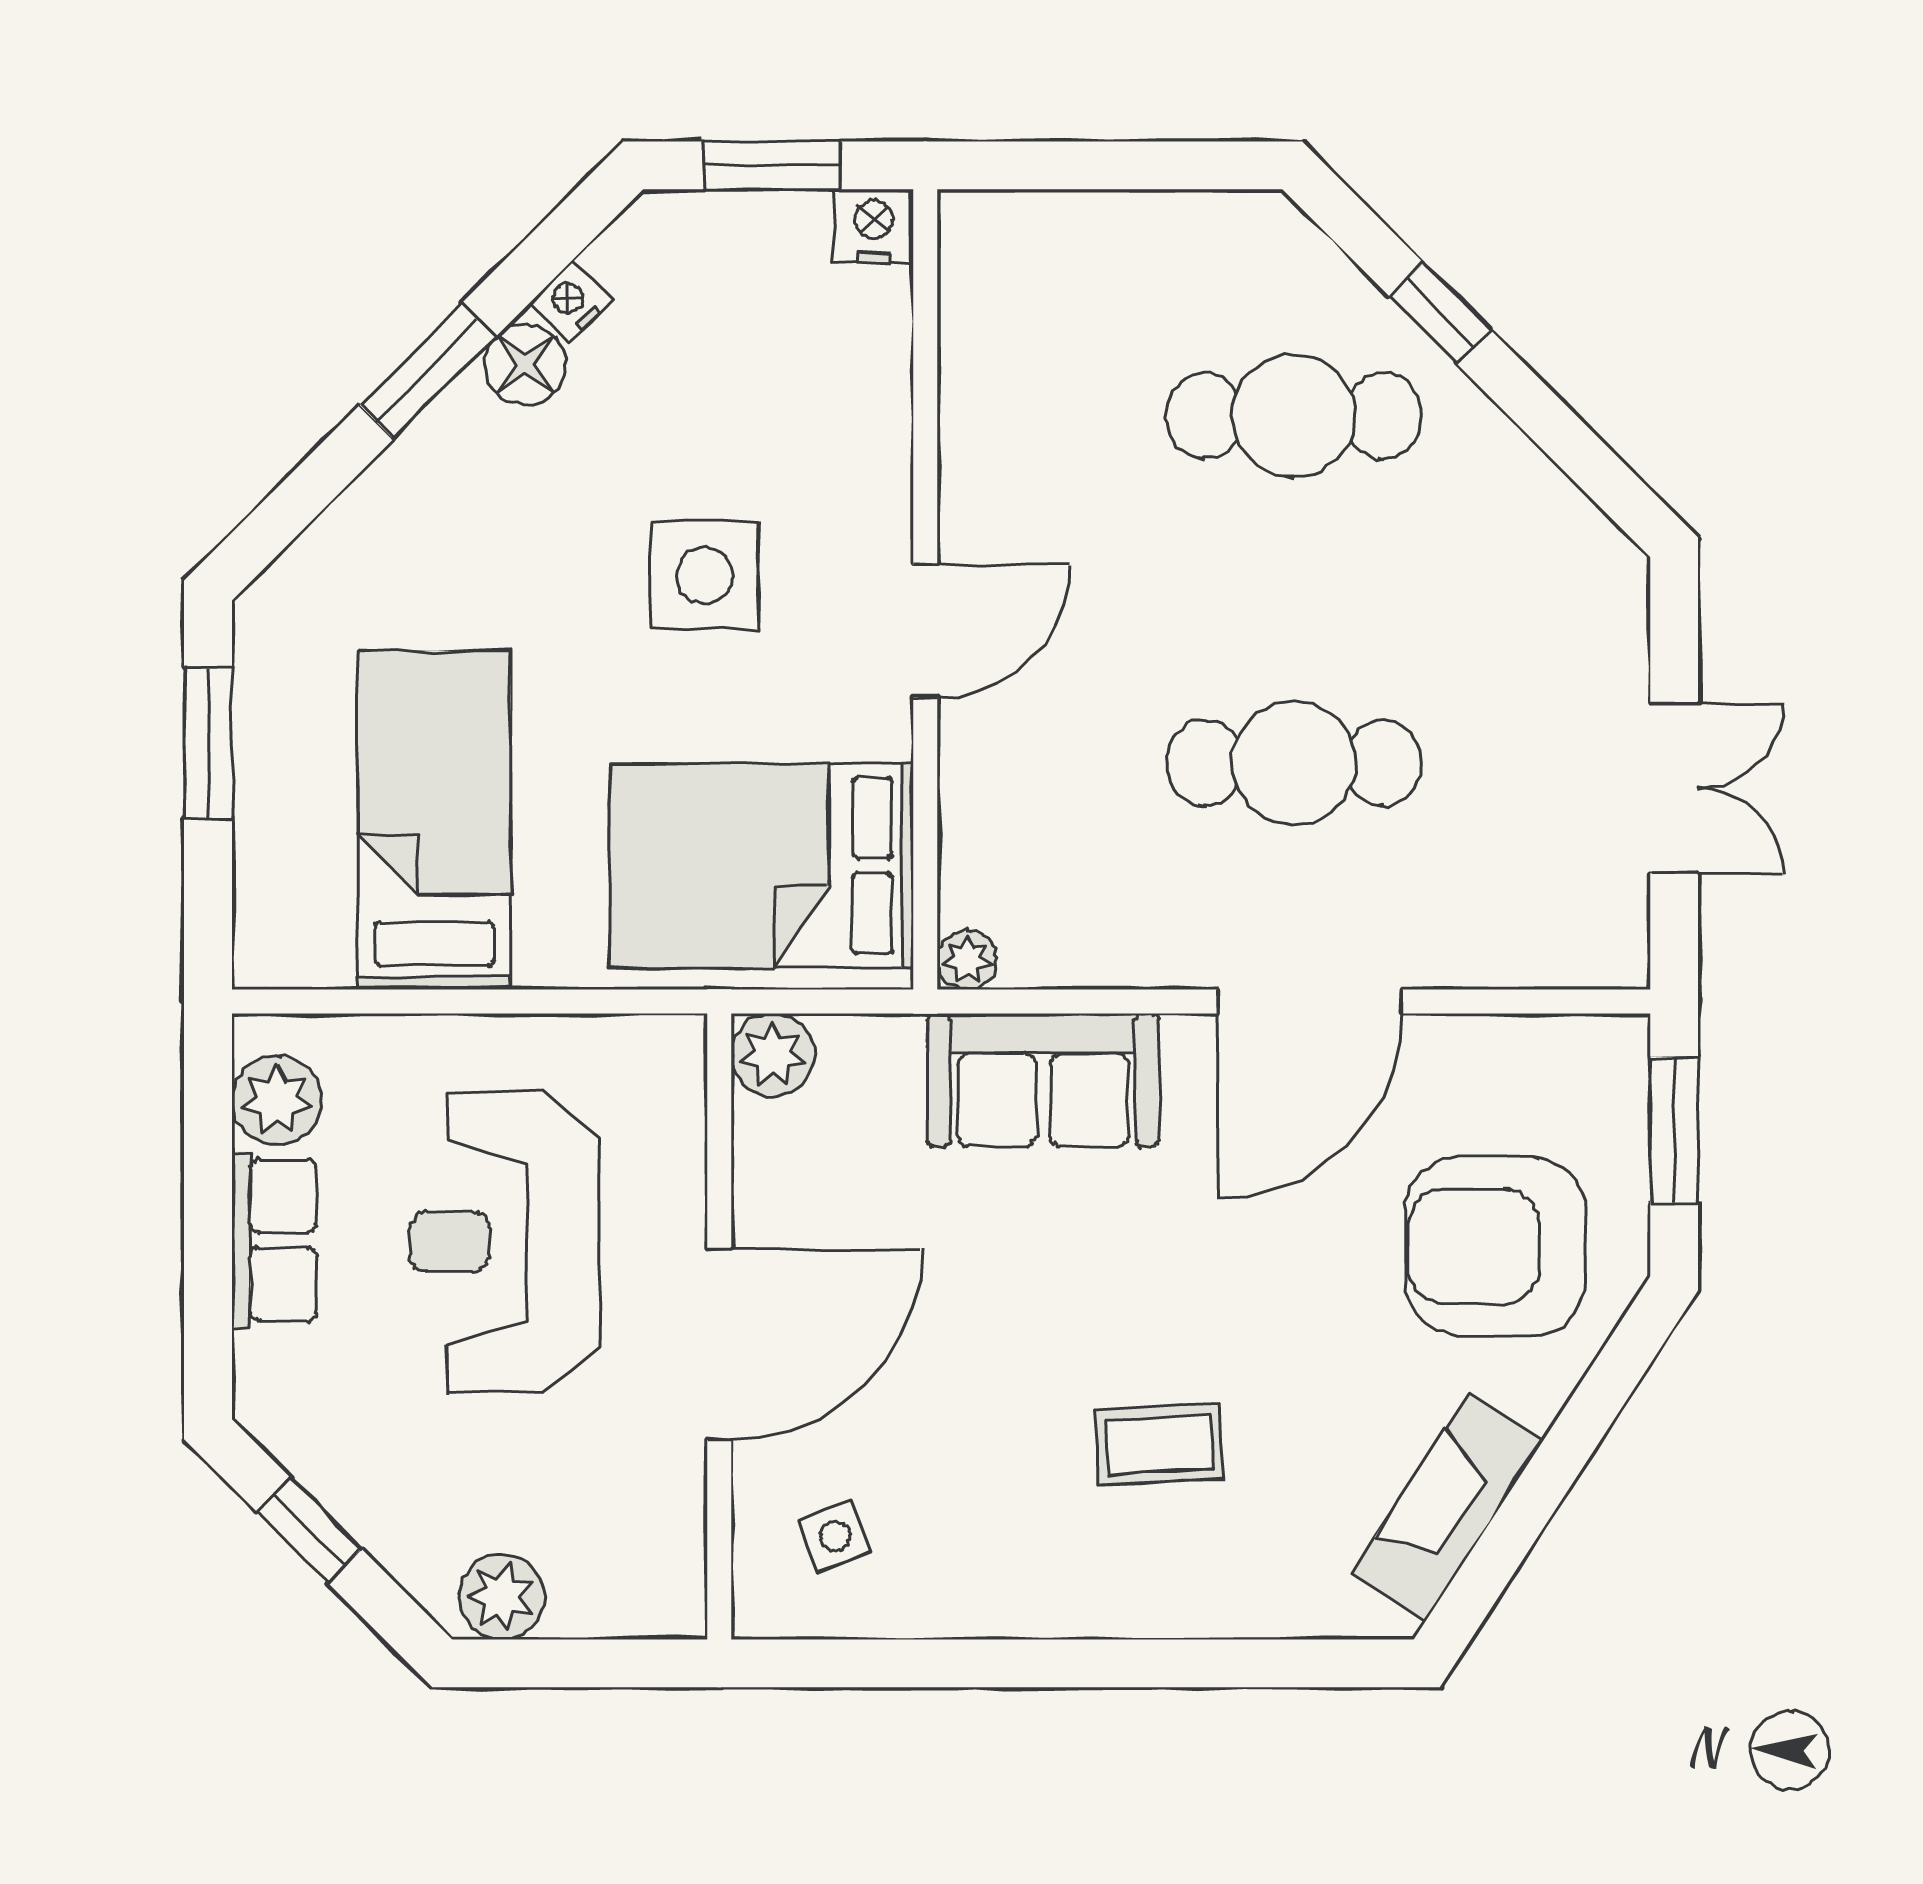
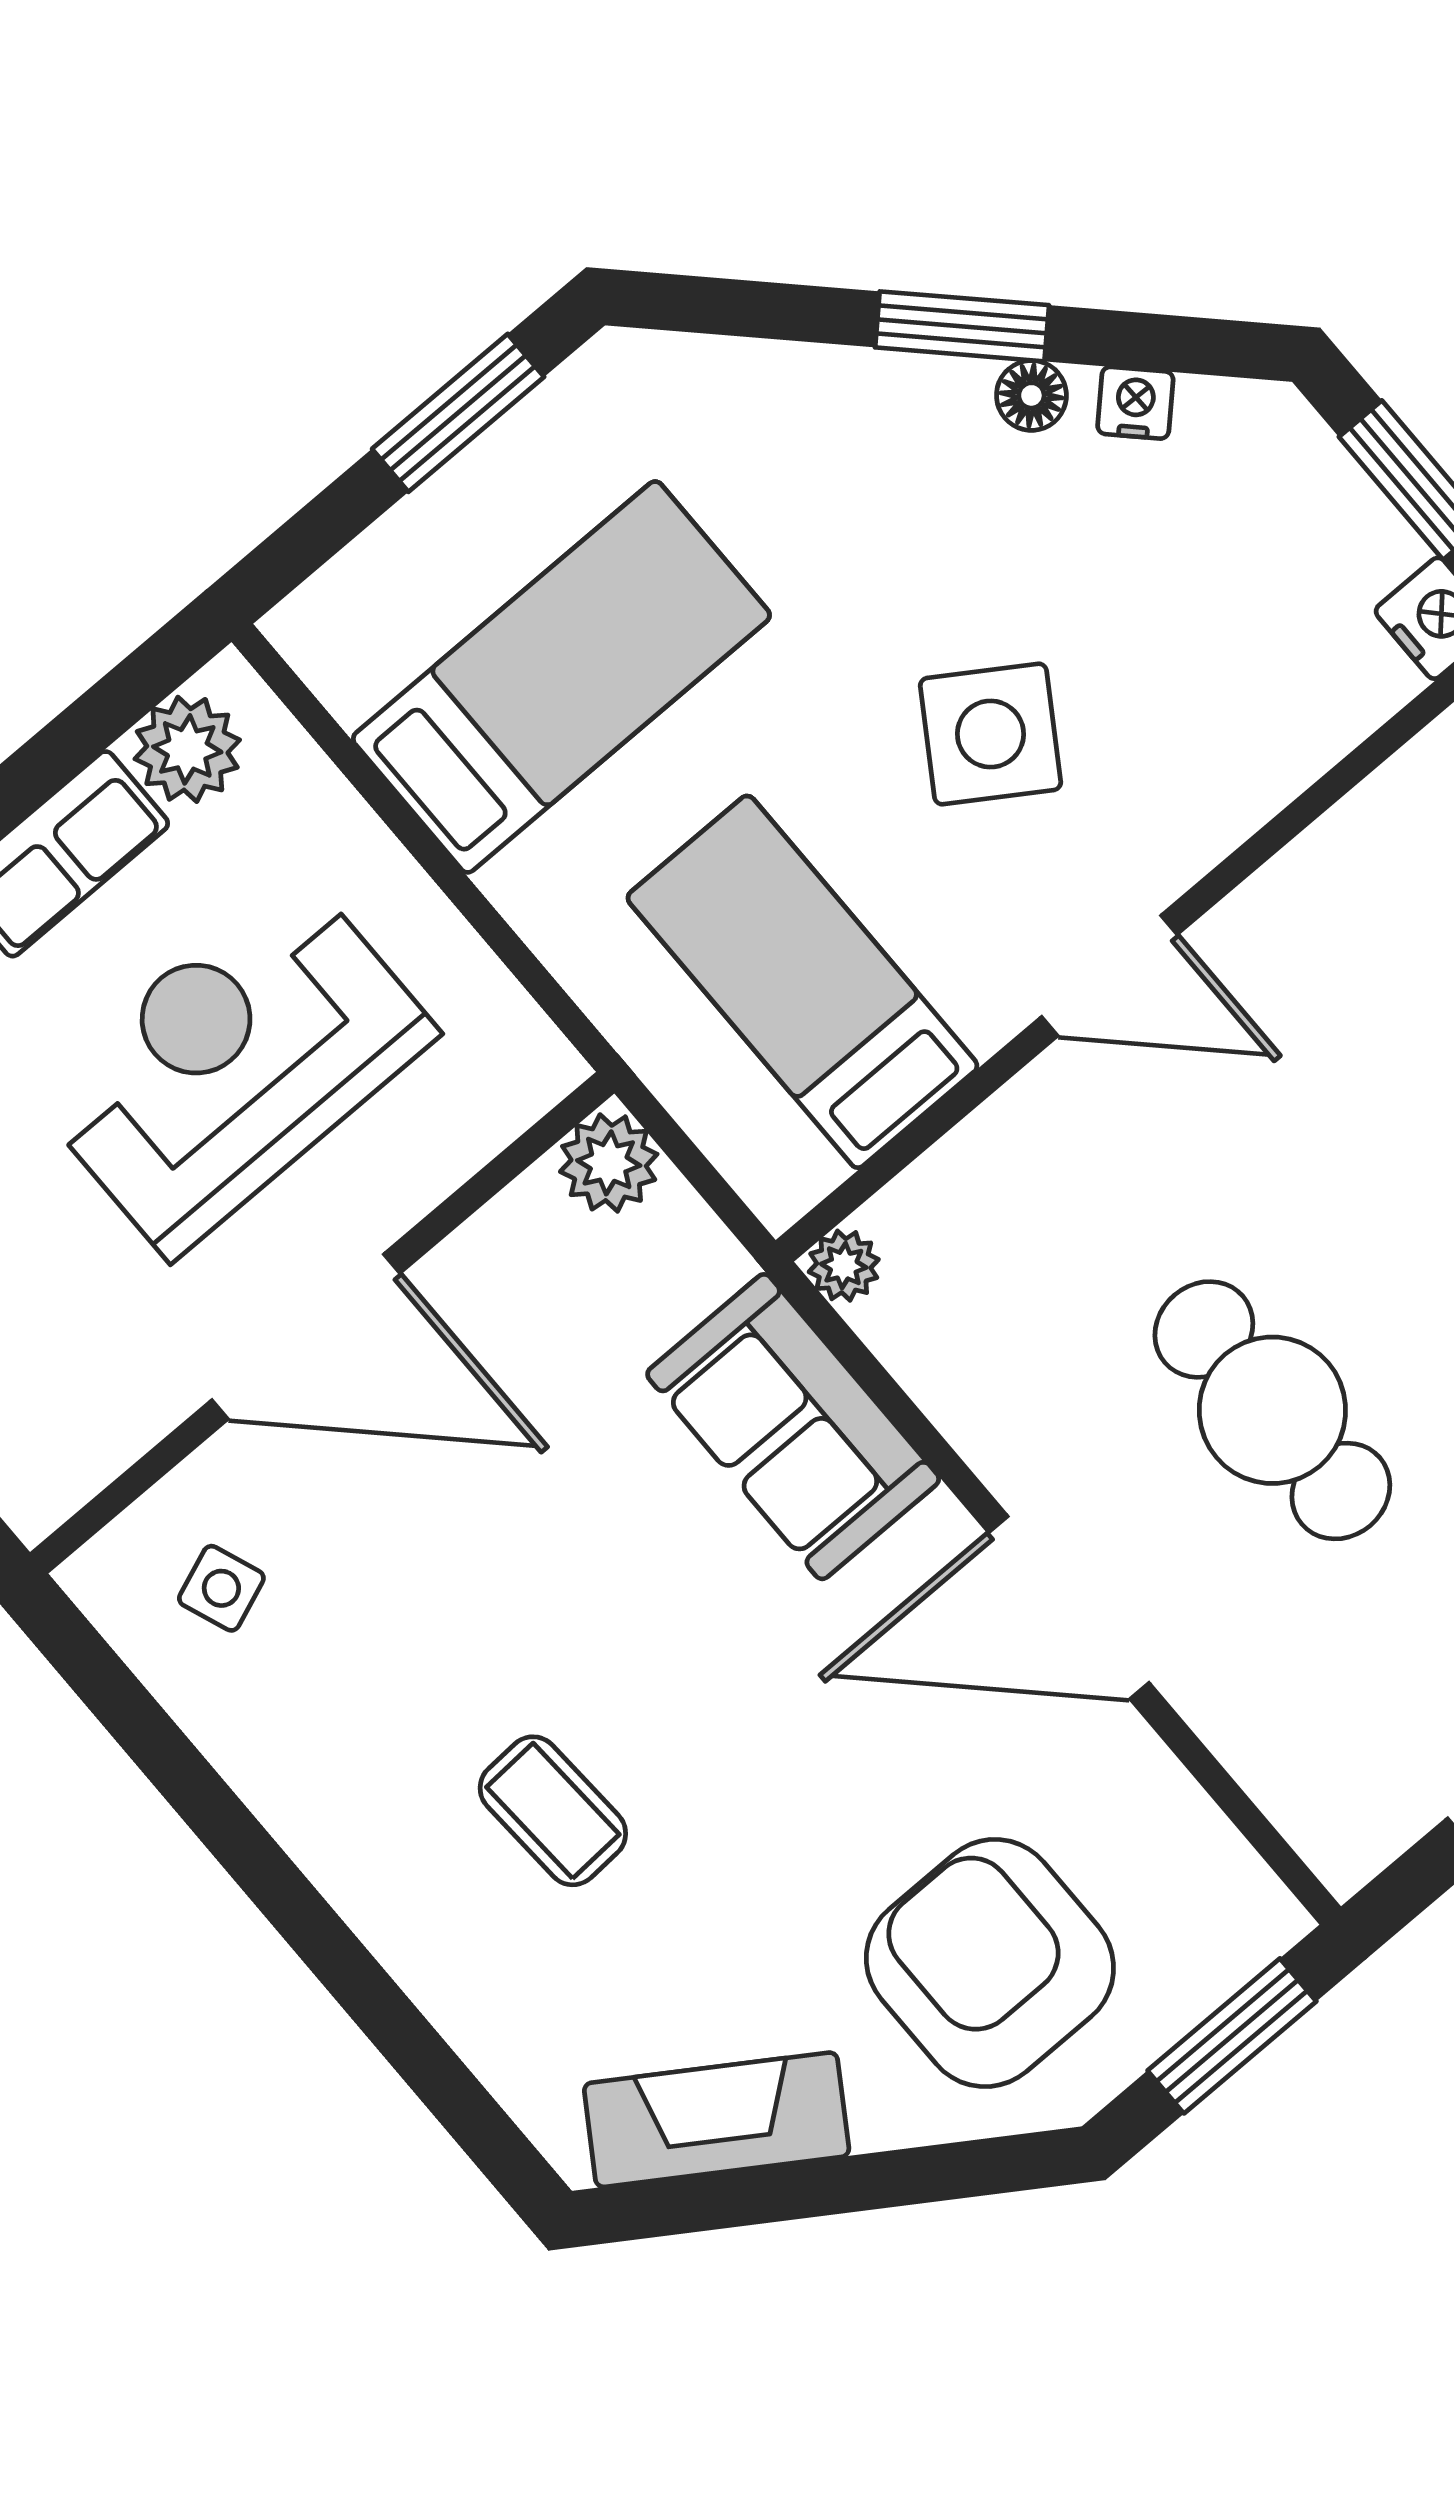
floor lamp: (525, 364) -> (1031, 395), width x0.73, depth x0.73
side table: (705, 575) -> (990, 734), turned 33
bed: (762, 866) -> (802, 982), width x0.67

